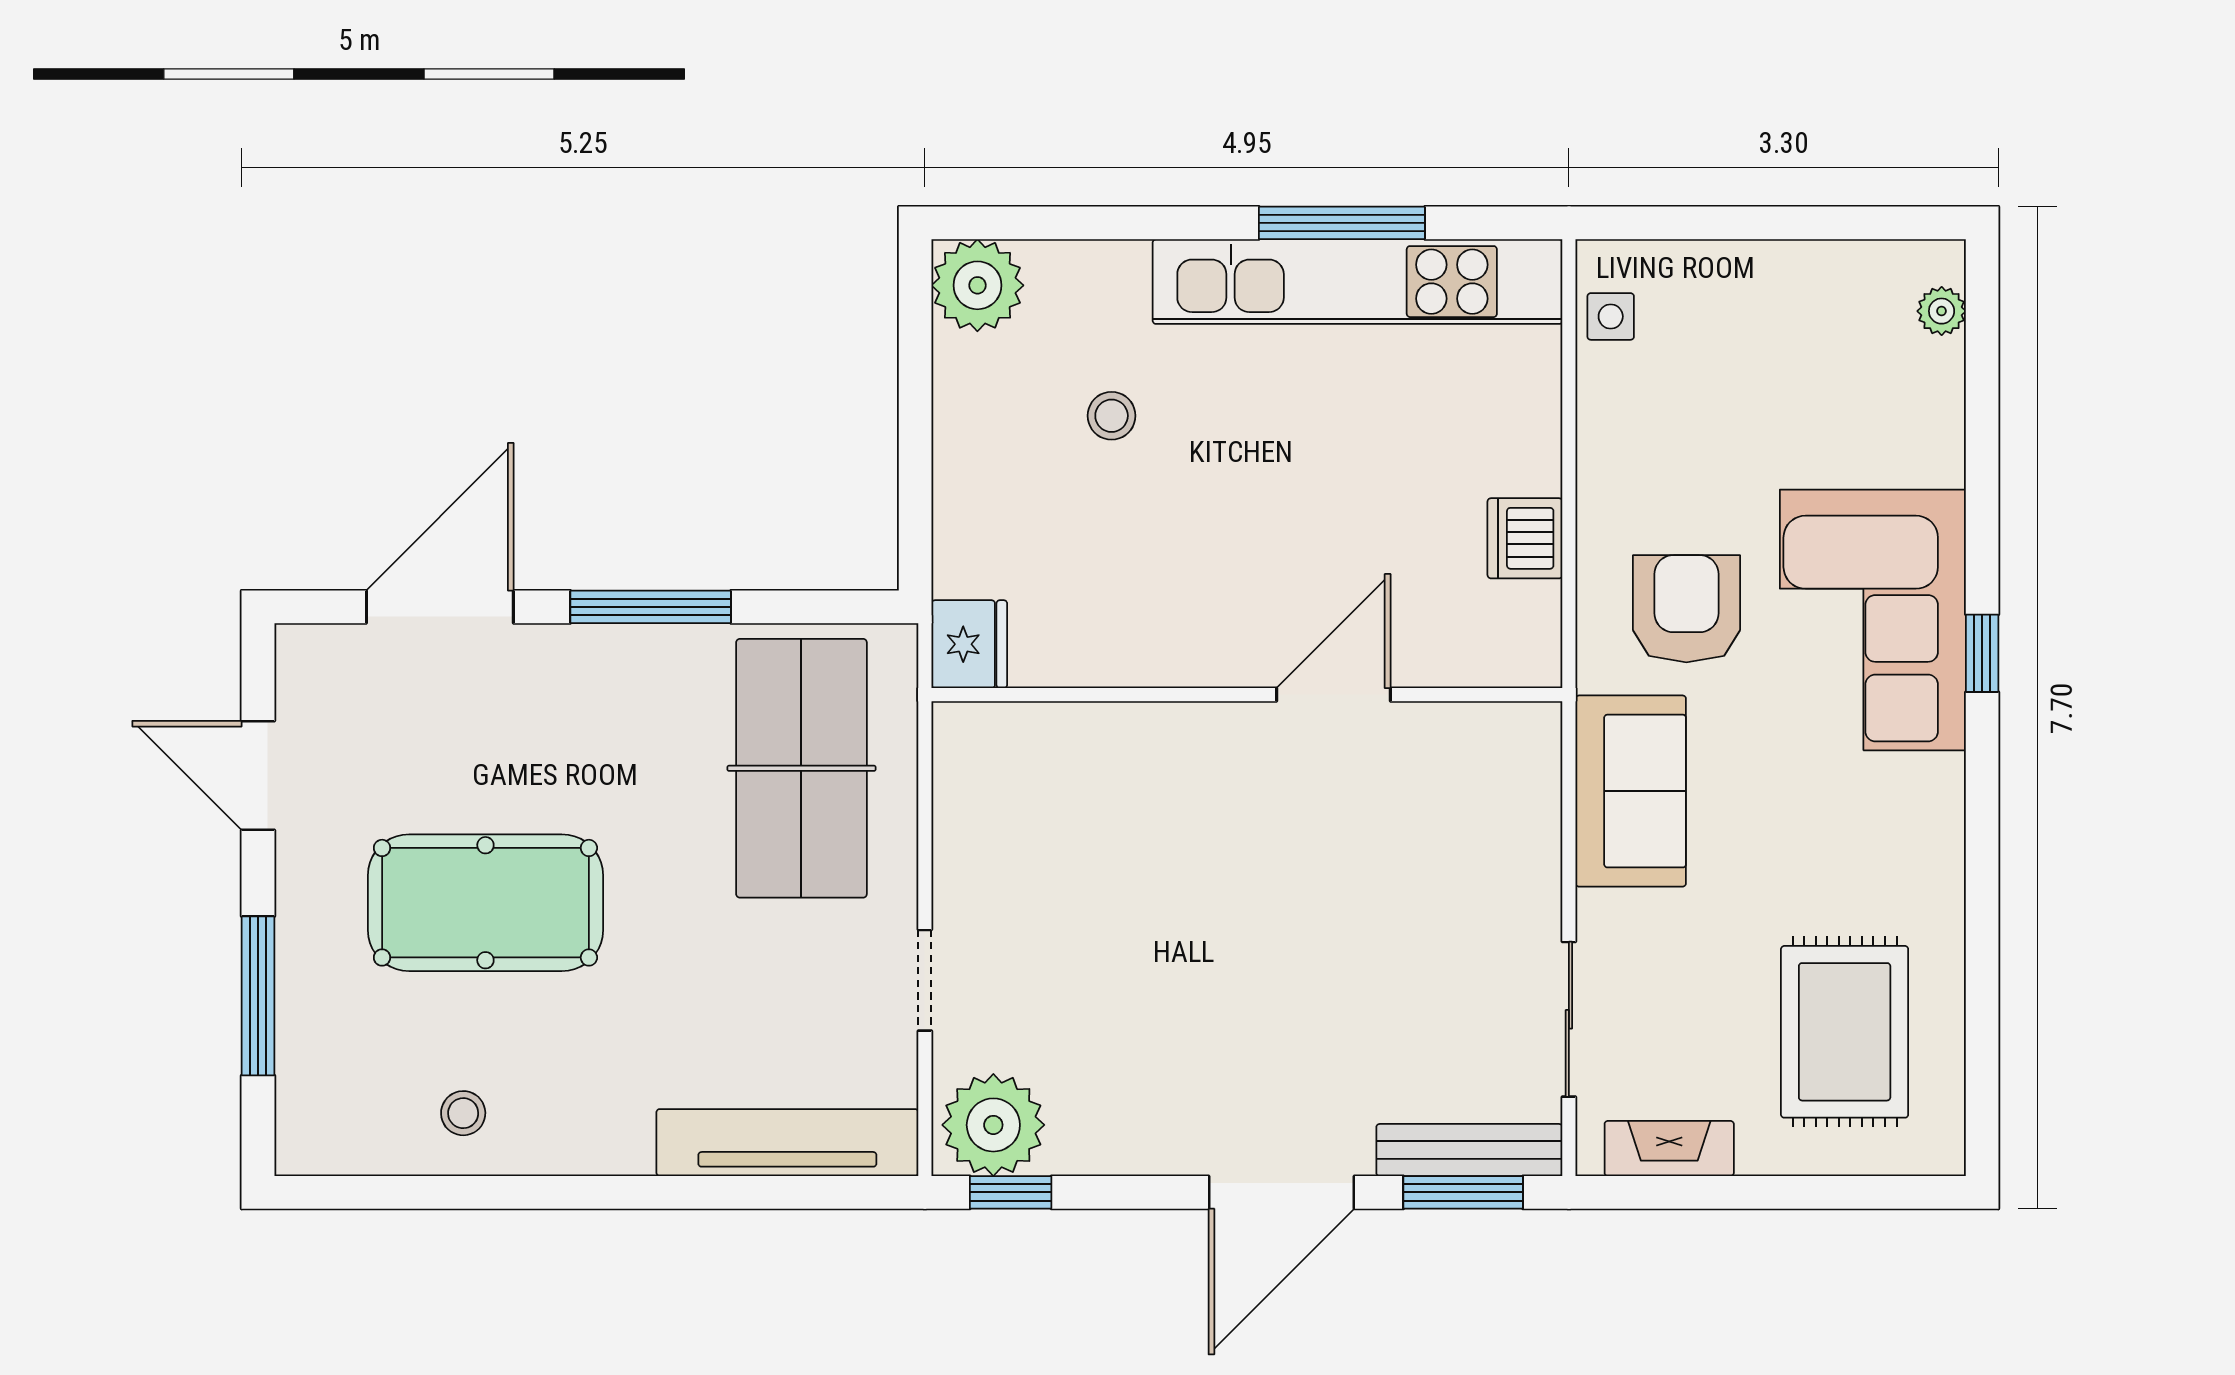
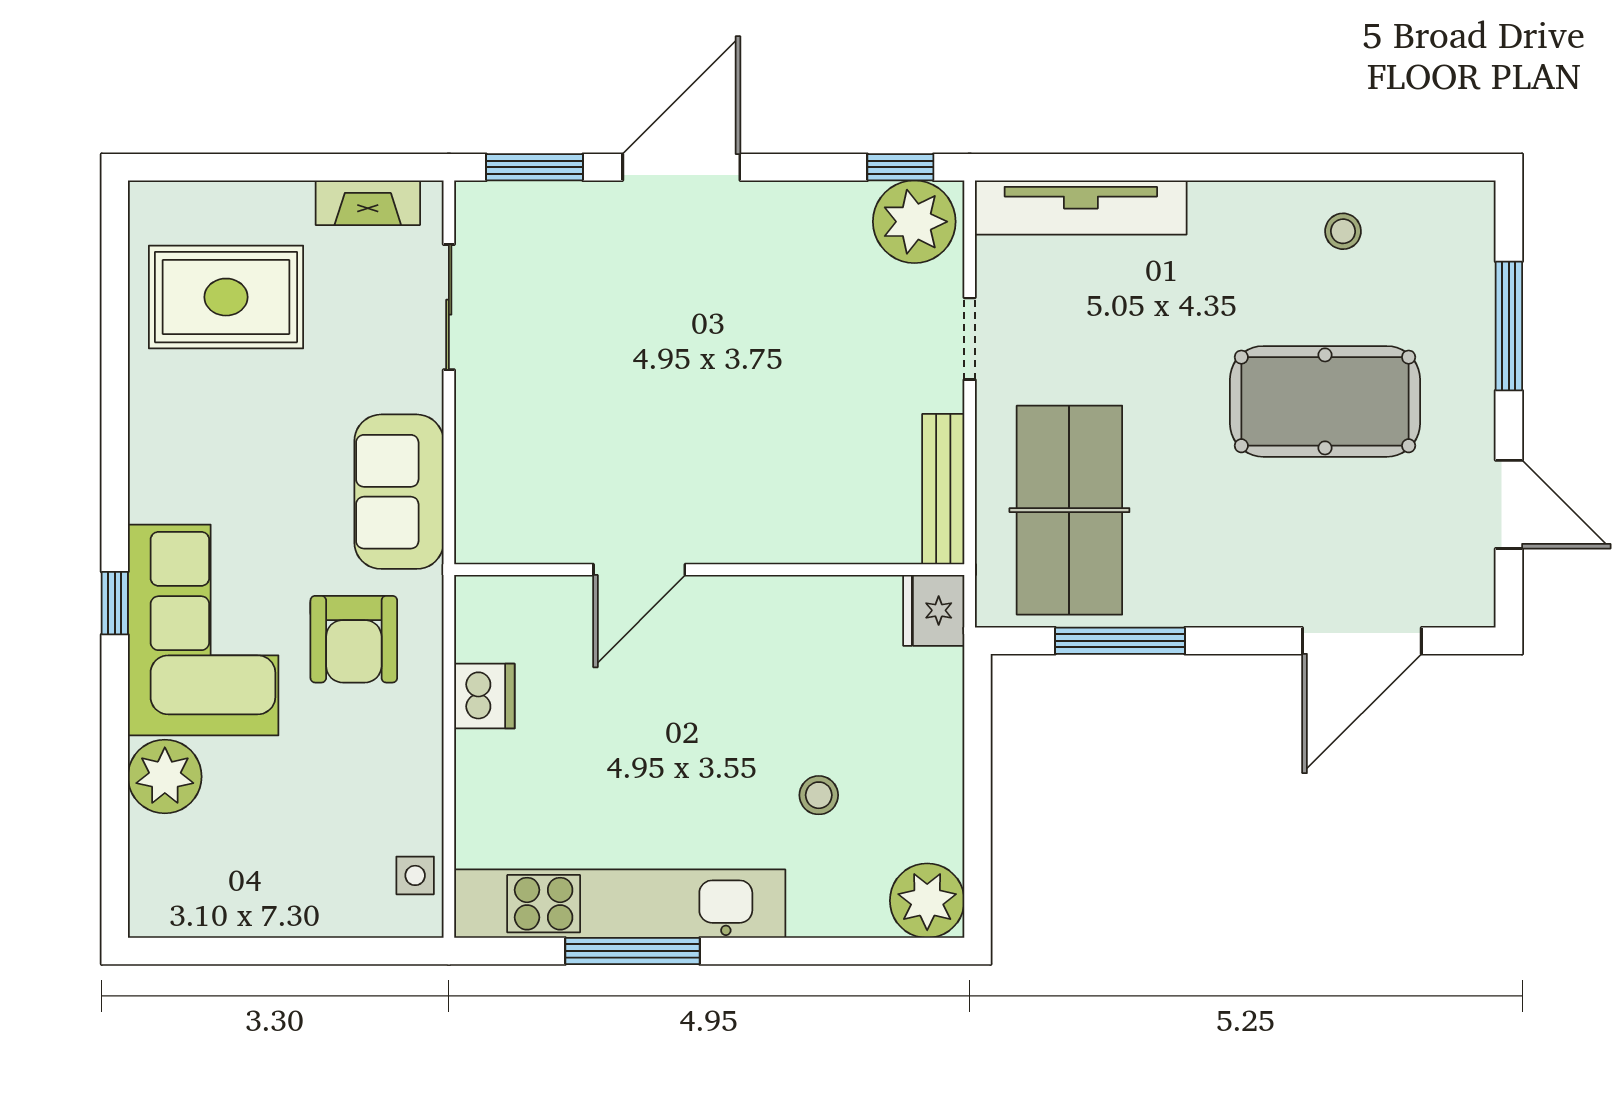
plant: (1942, 311) -> (165, 777), moved, width x1.88, depth x1.88
window: (651, 607) -> (1120, 641), moved
rug: (1845, 1032) -> (226, 297), turned 90
bench: (1469, 1150) -> (943, 489), moved, turned 90

